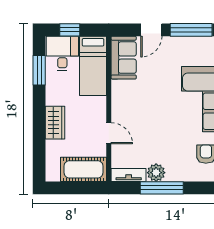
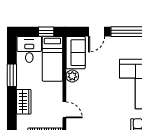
window: (70, 30) -> (46, 32), moved
window: (39, 70) -> (12, 75), moved
plant: (119, 89) -> (72, 76), added

